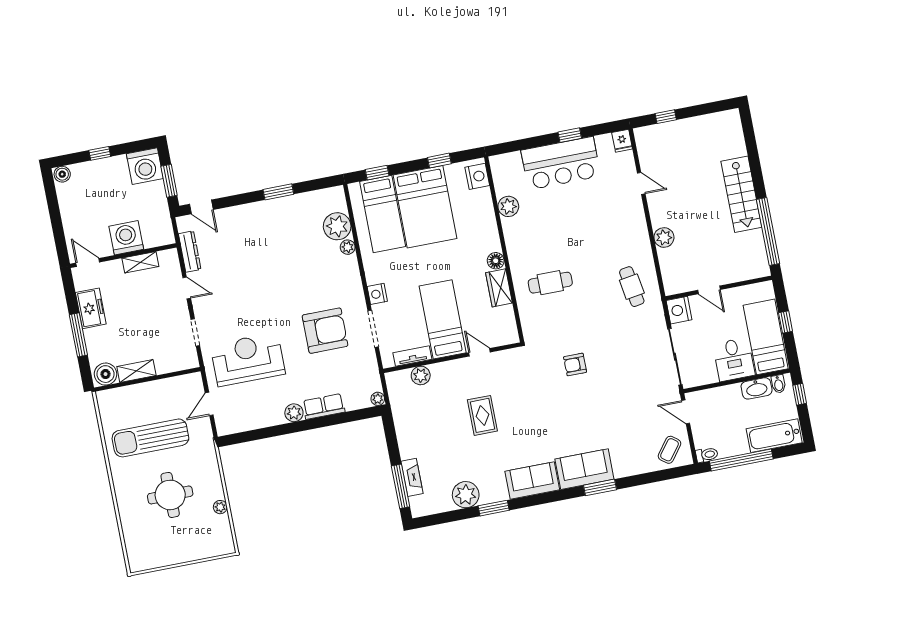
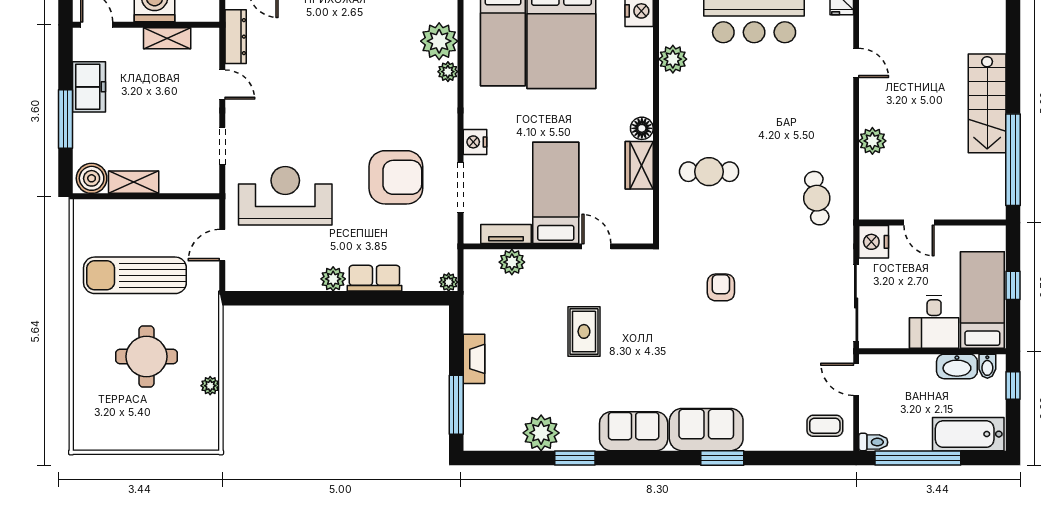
armchair: (575, 365) -> (721, 287), turned 90
coffee table: (670, 450) -> (825, 426), turned 53
fireplace: (412, 477) -> (474, 359), moved

